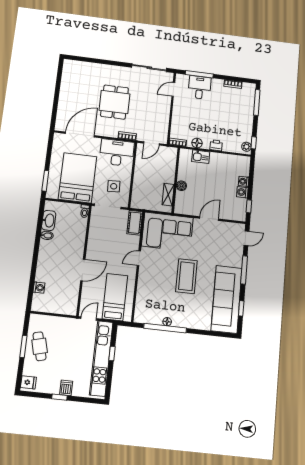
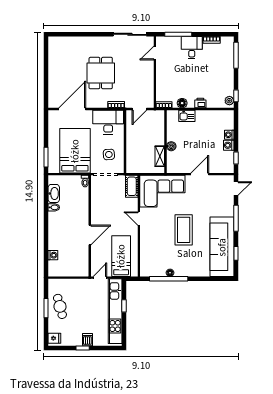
desk: (200, 87) -> (192, 48), moved
door: (139, 258) -> (139, 219), hinge flipped

